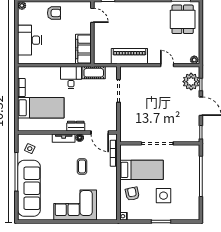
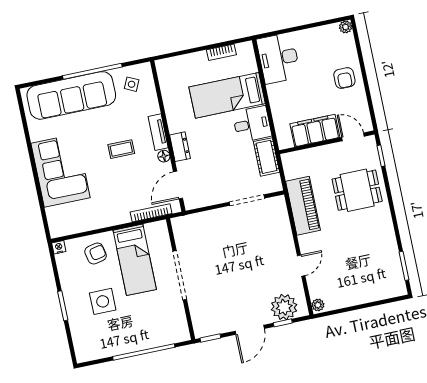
door: (92, 15) -> (353, 137), swing flipped
dining table: (183, 19) -> (357, 190), moved
desk: (30, 40) -> (279, 58), moved, turned -90
filing cabinet: (83, 49) -> (315, 131), moved
bed: (41, 108) -> (227, 95), moved, turned 90
coffee table: (82, 166) -> (121, 149), moved

